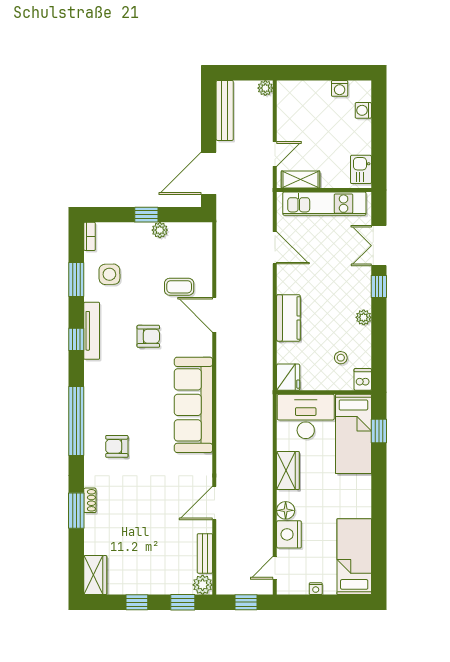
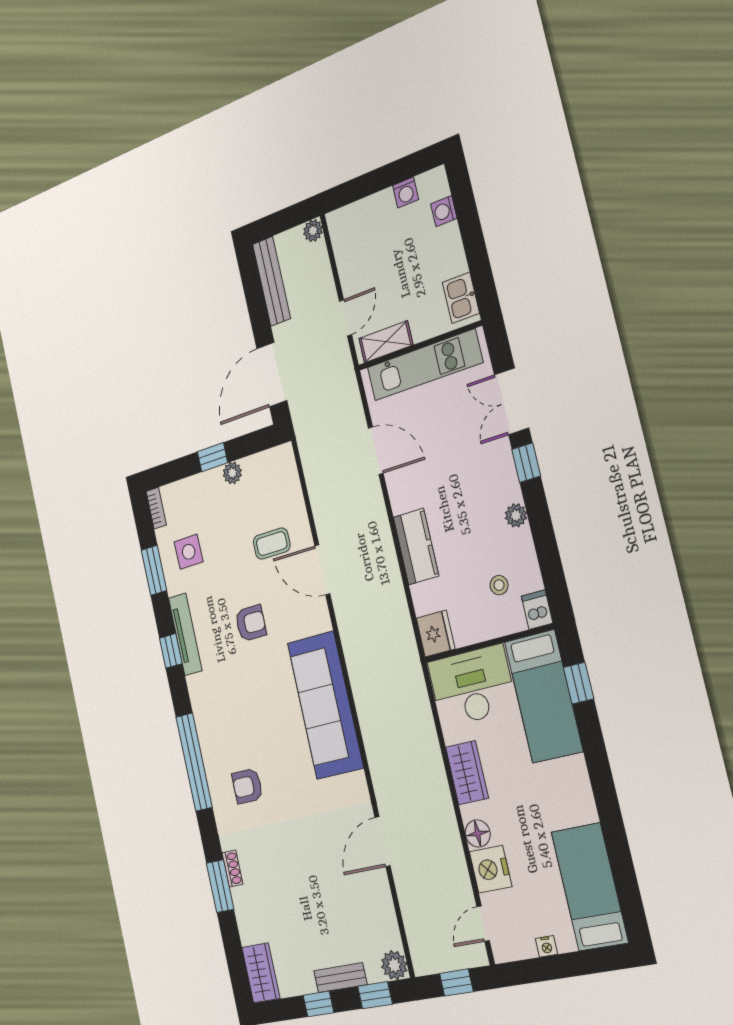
bench: (205, 553) -> (340, 978), moved, turned 90

